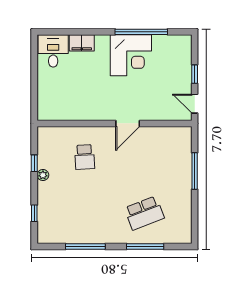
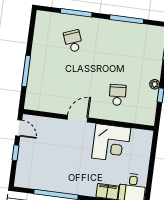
corner desk: (131, 55) -> (111, 143), moved, turned 180
school desk: (144, 213) -> (73, 41), width x0.54

